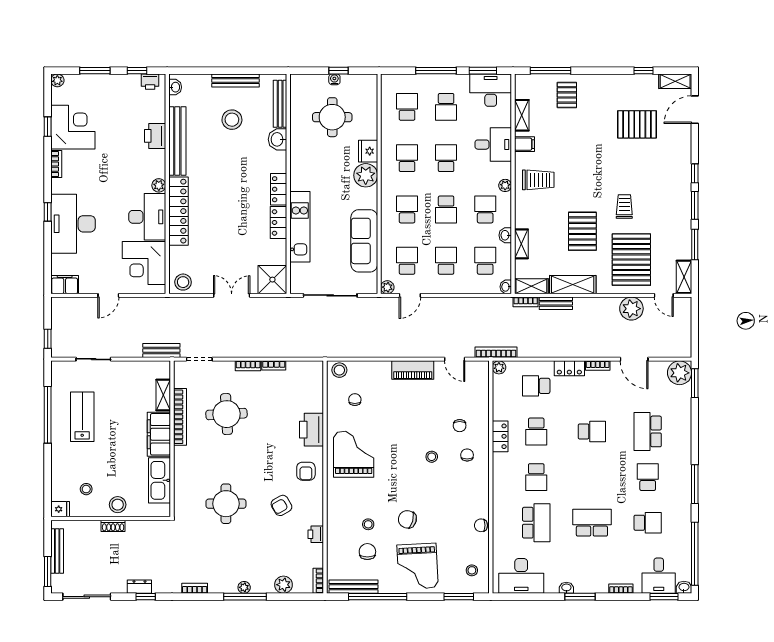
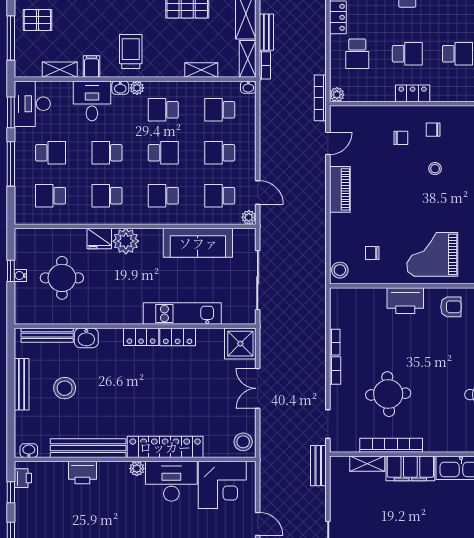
washbasin: (505, 235) -> (120, 88), moved

